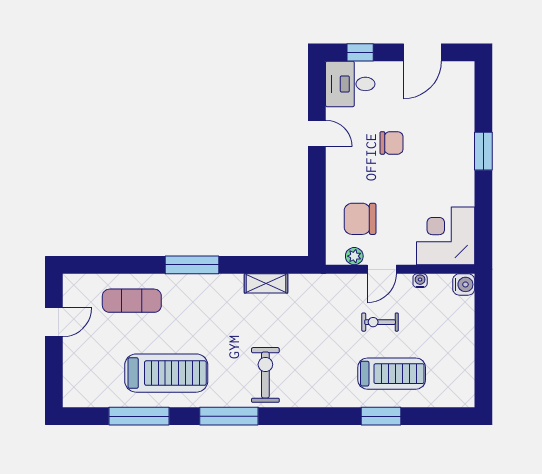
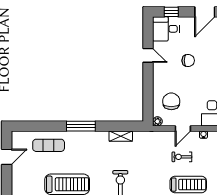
chair: (360, 219) -> (171, 101), turned 90
plant: (354, 256) -> (157, 121), moved

